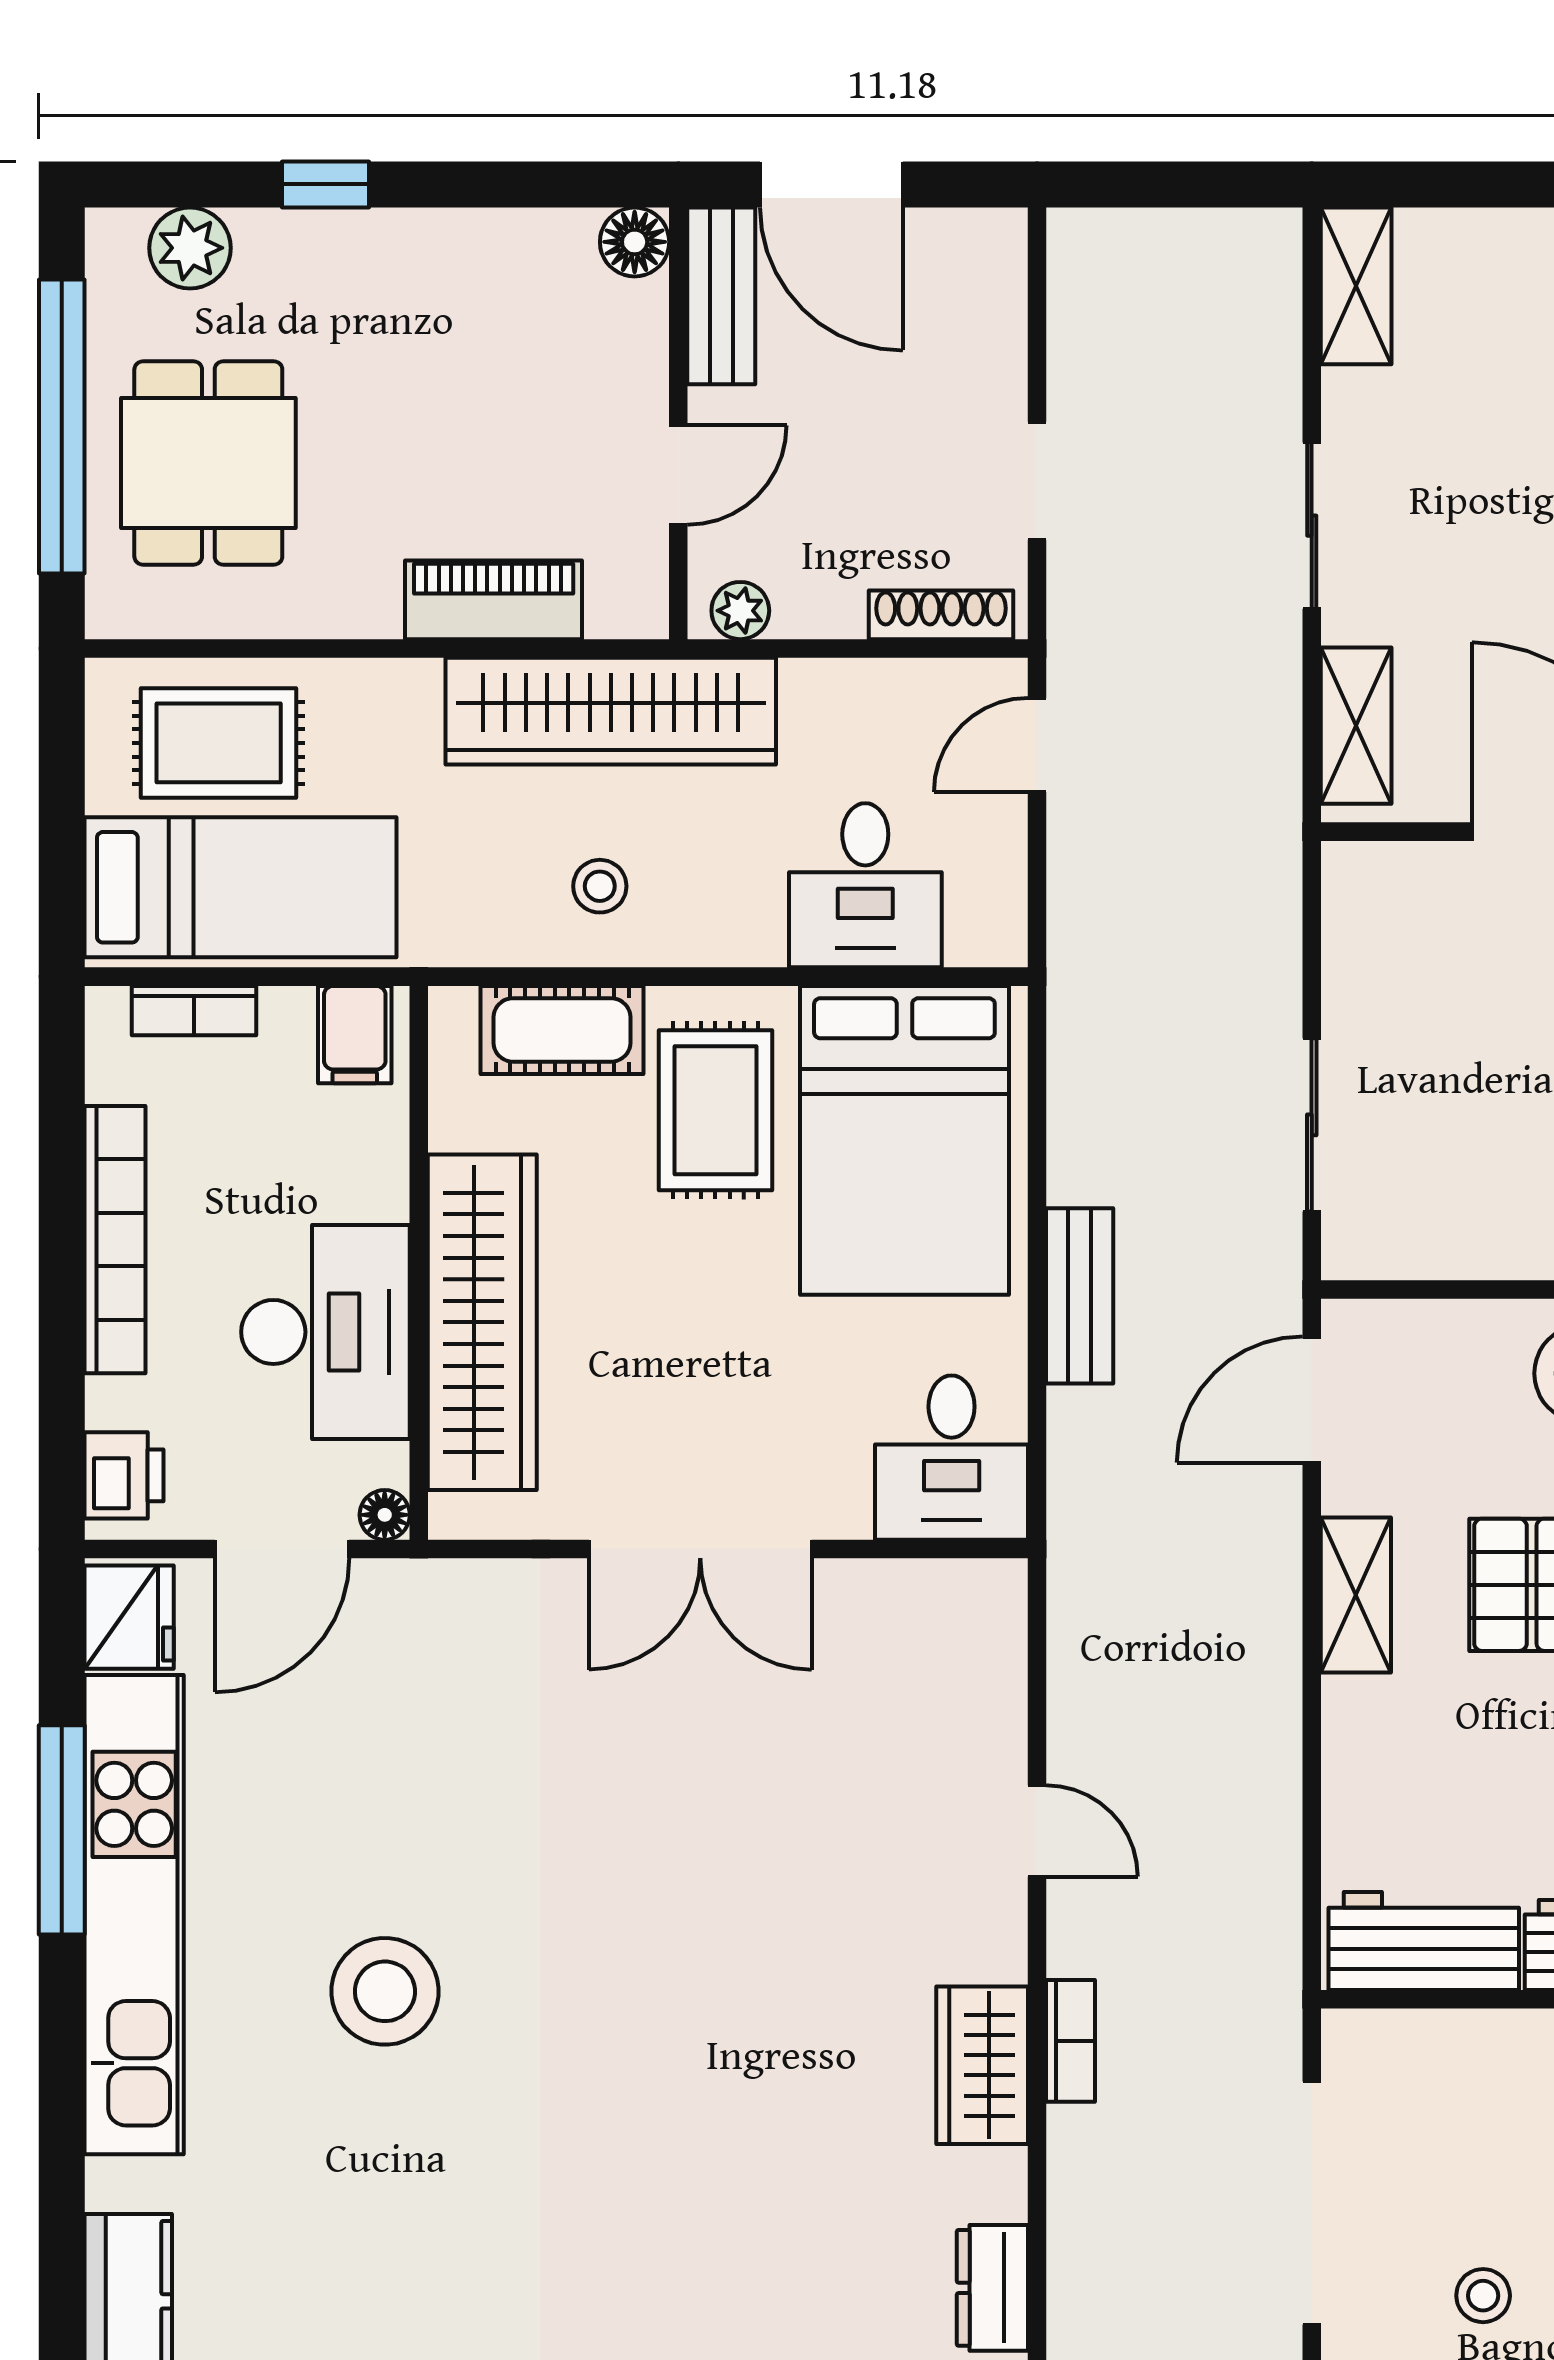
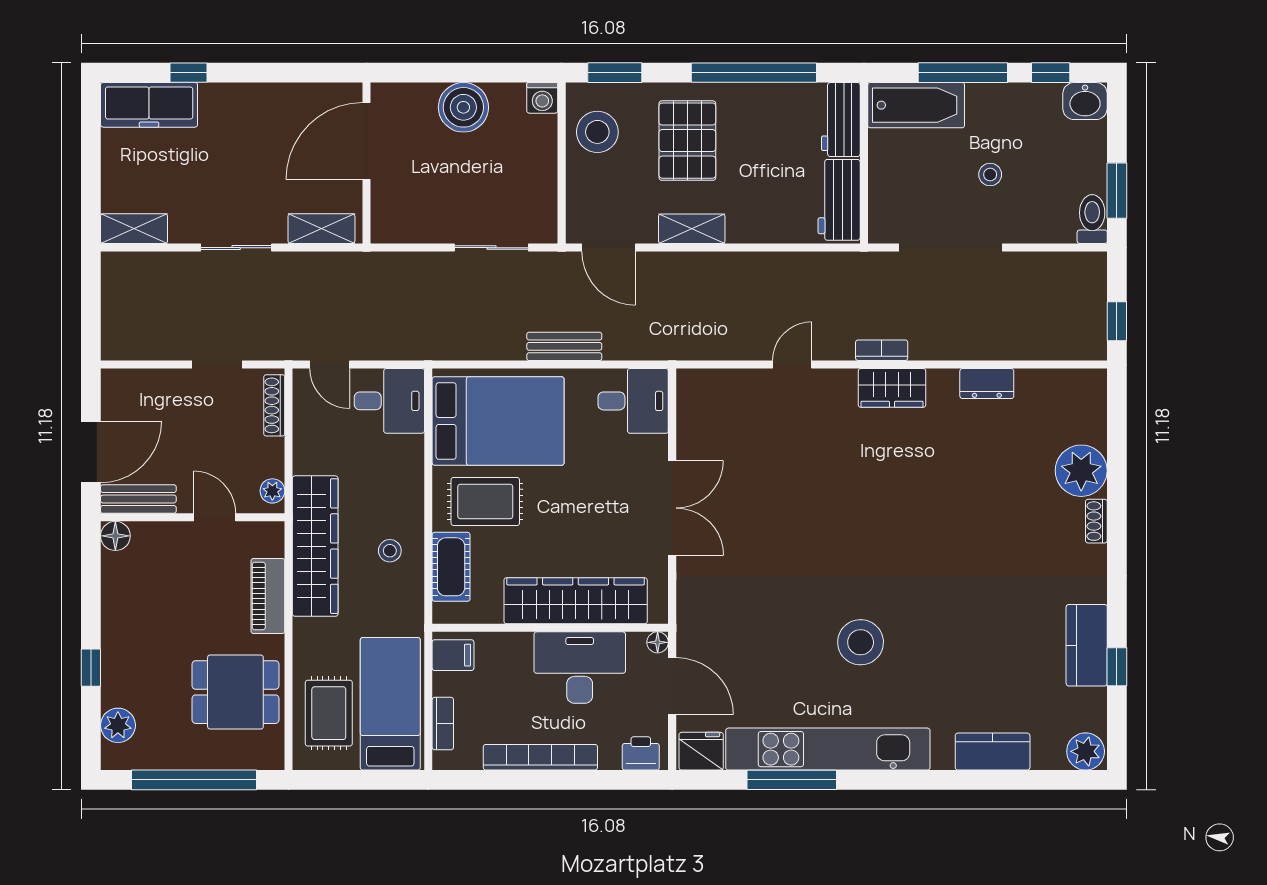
dining table: (208, 463) -> (235, 692), moved
desk: (865, 885) -> (389, 401), moved

